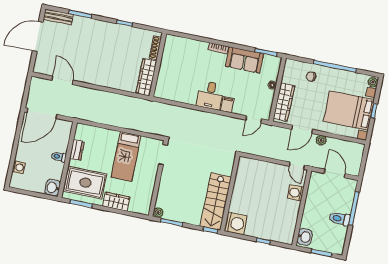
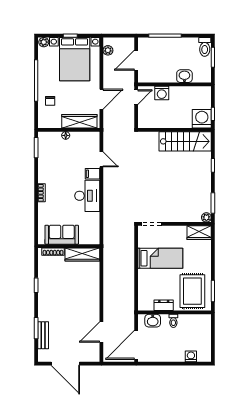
bench: (58, 17) -> (43, 335), moved
sofa: (245, 60) -> (62, 235), moved, turned -90
desk: (210, 95) -> (87, 196), width x1.37
door: (42, 113) -> (136, 345), swing flipped
door: (254, 119) -> (101, 159), moved
door: (302, 129) -> (101, 99), hinge flipped
plant: (321, 140) -> (108, 50), moved
washbasin: (53, 188) -> (153, 321), moved
wall: (230, 193) -> (175, 130), moved
wardrobe: (116, 202) -> (199, 233), moved, turned -90
stairs: (216, 202) -> (185, 141), moved
toilet: (340, 219) -> (205, 47), moved
washing machine: (236, 223) -> (202, 119), moved
washbasin: (305, 237) -> (184, 76), moved

